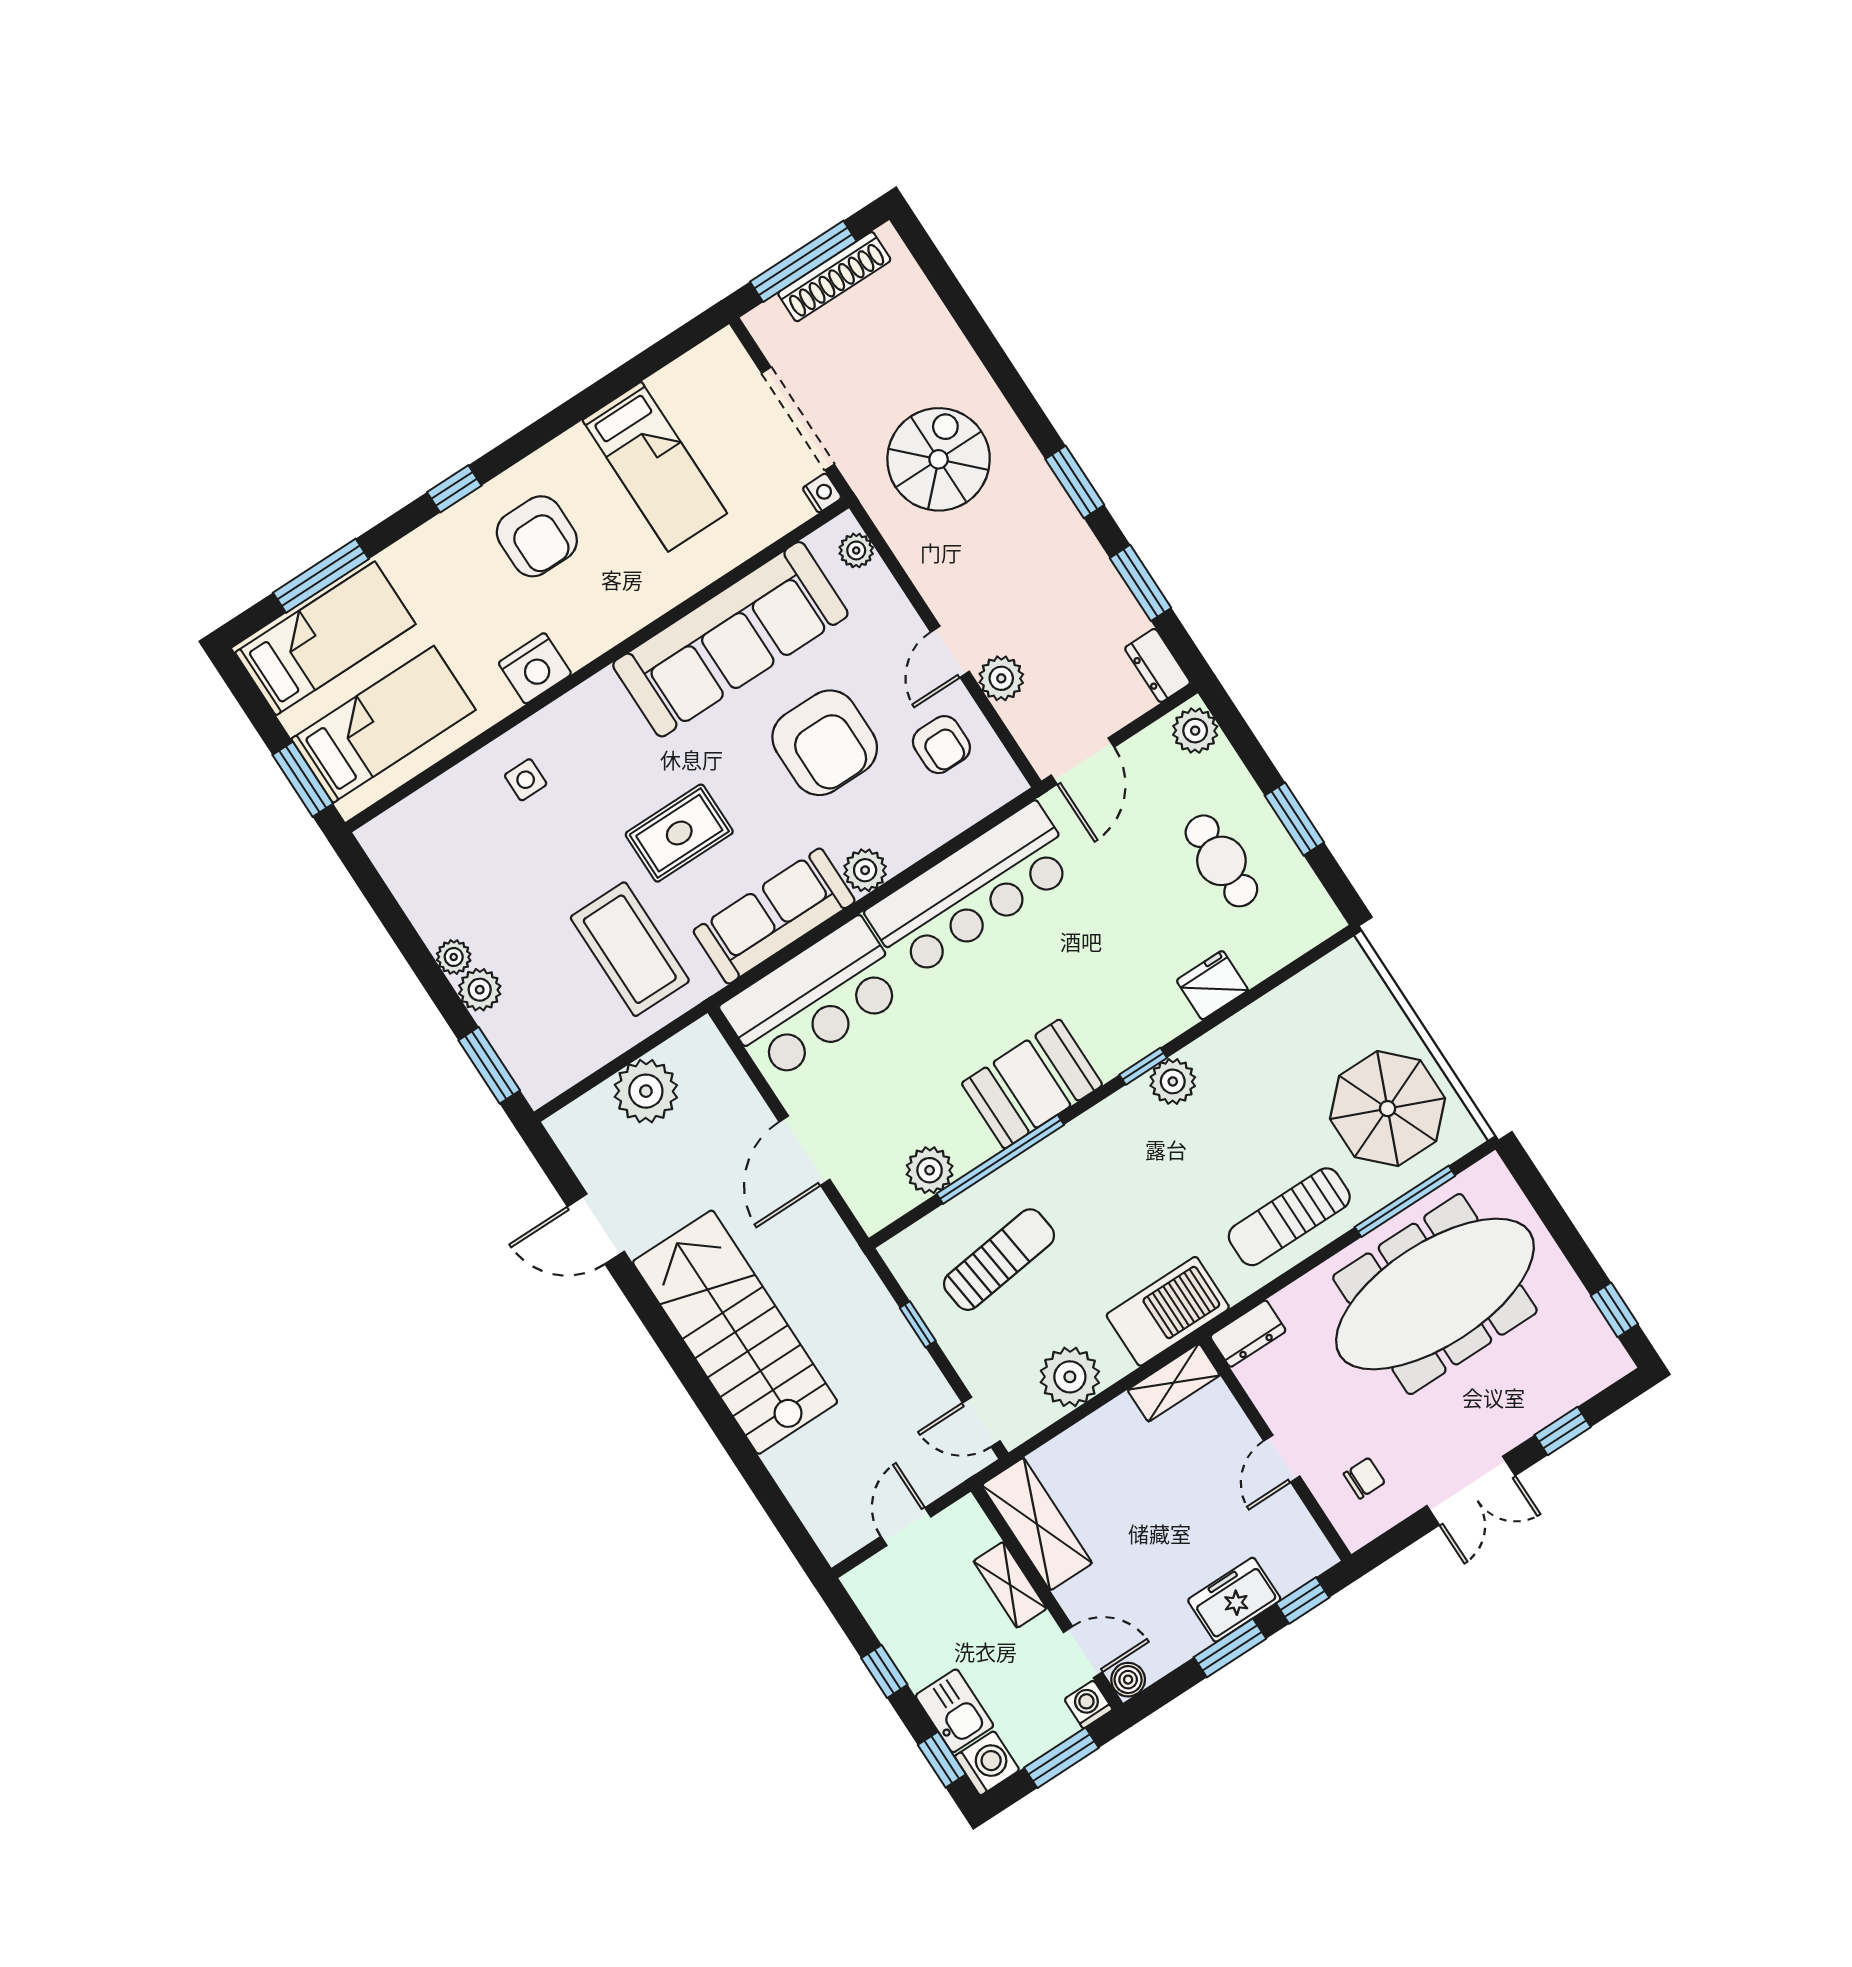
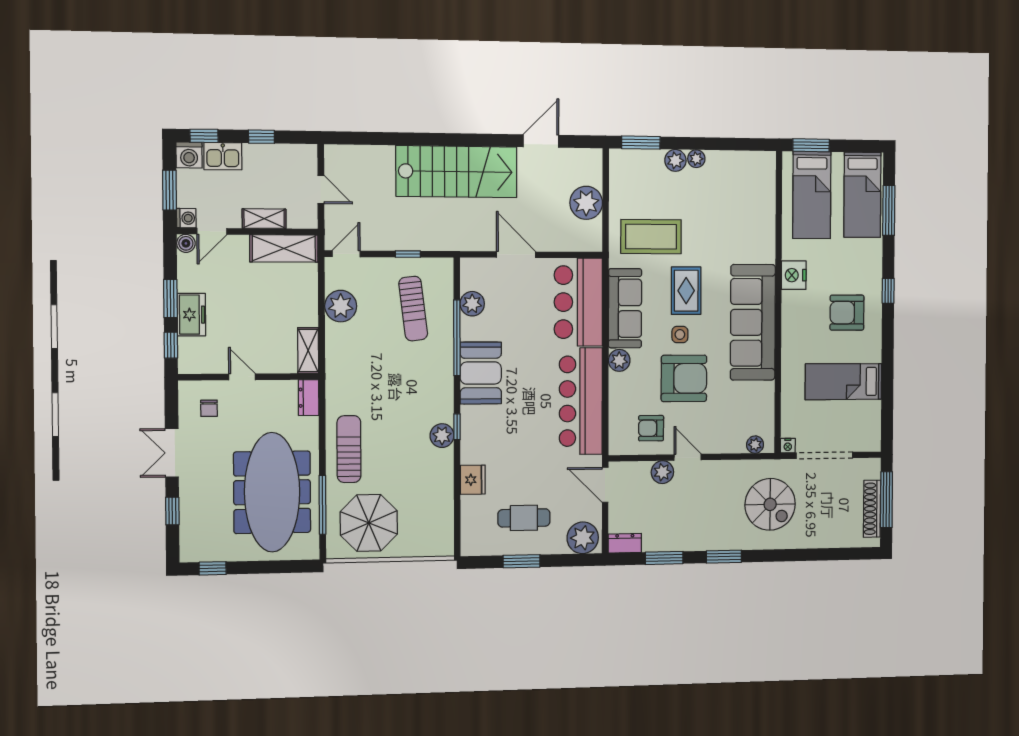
sofa: (730, 639) -> (753, 322), moved
plant: (1195, 731) -> (583, 538), width x1.36, depth x1.36
armchair: (825, 743) -> (684, 378), turned 180
side table: (526, 780) -> (680, 334), moved
barbecue: (1168, 1311) -> (342, 368), removed

